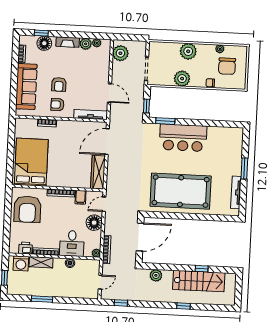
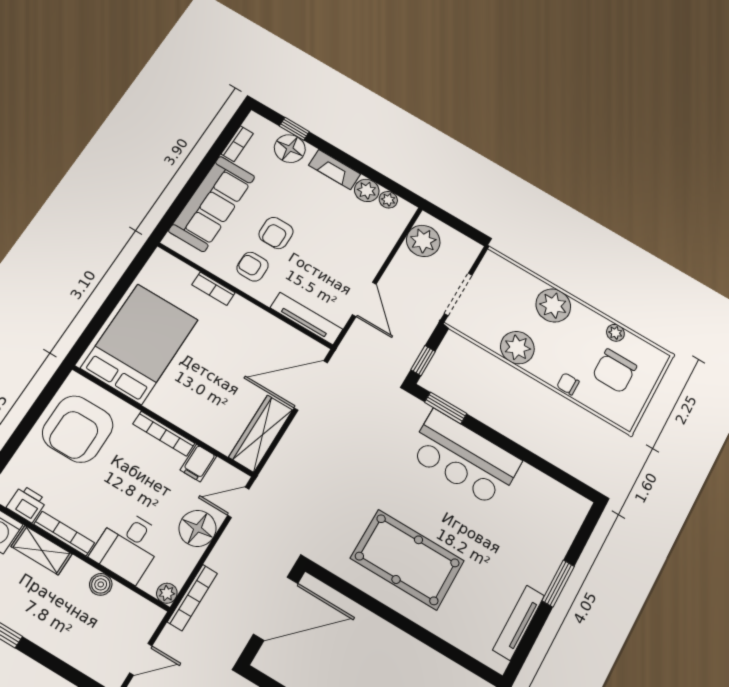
pool table: (181, 191) -> (407, 560), width x0.73, depth x0.76

